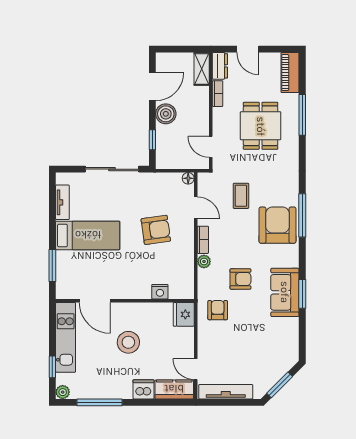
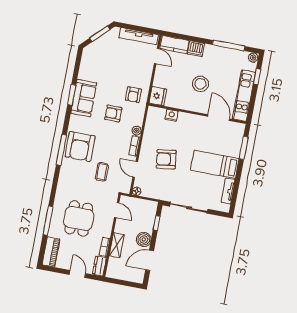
shelving: (202, 69) -> (117, 245), moved

